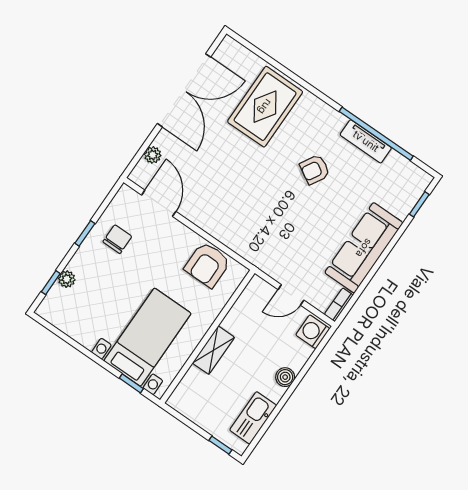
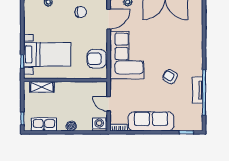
rug: (265, 107) -> (182, 36), removed
corner sofa: (235, 214) -> (127, 55), added
shelving: (213, 350) -> (42, 87), moved

